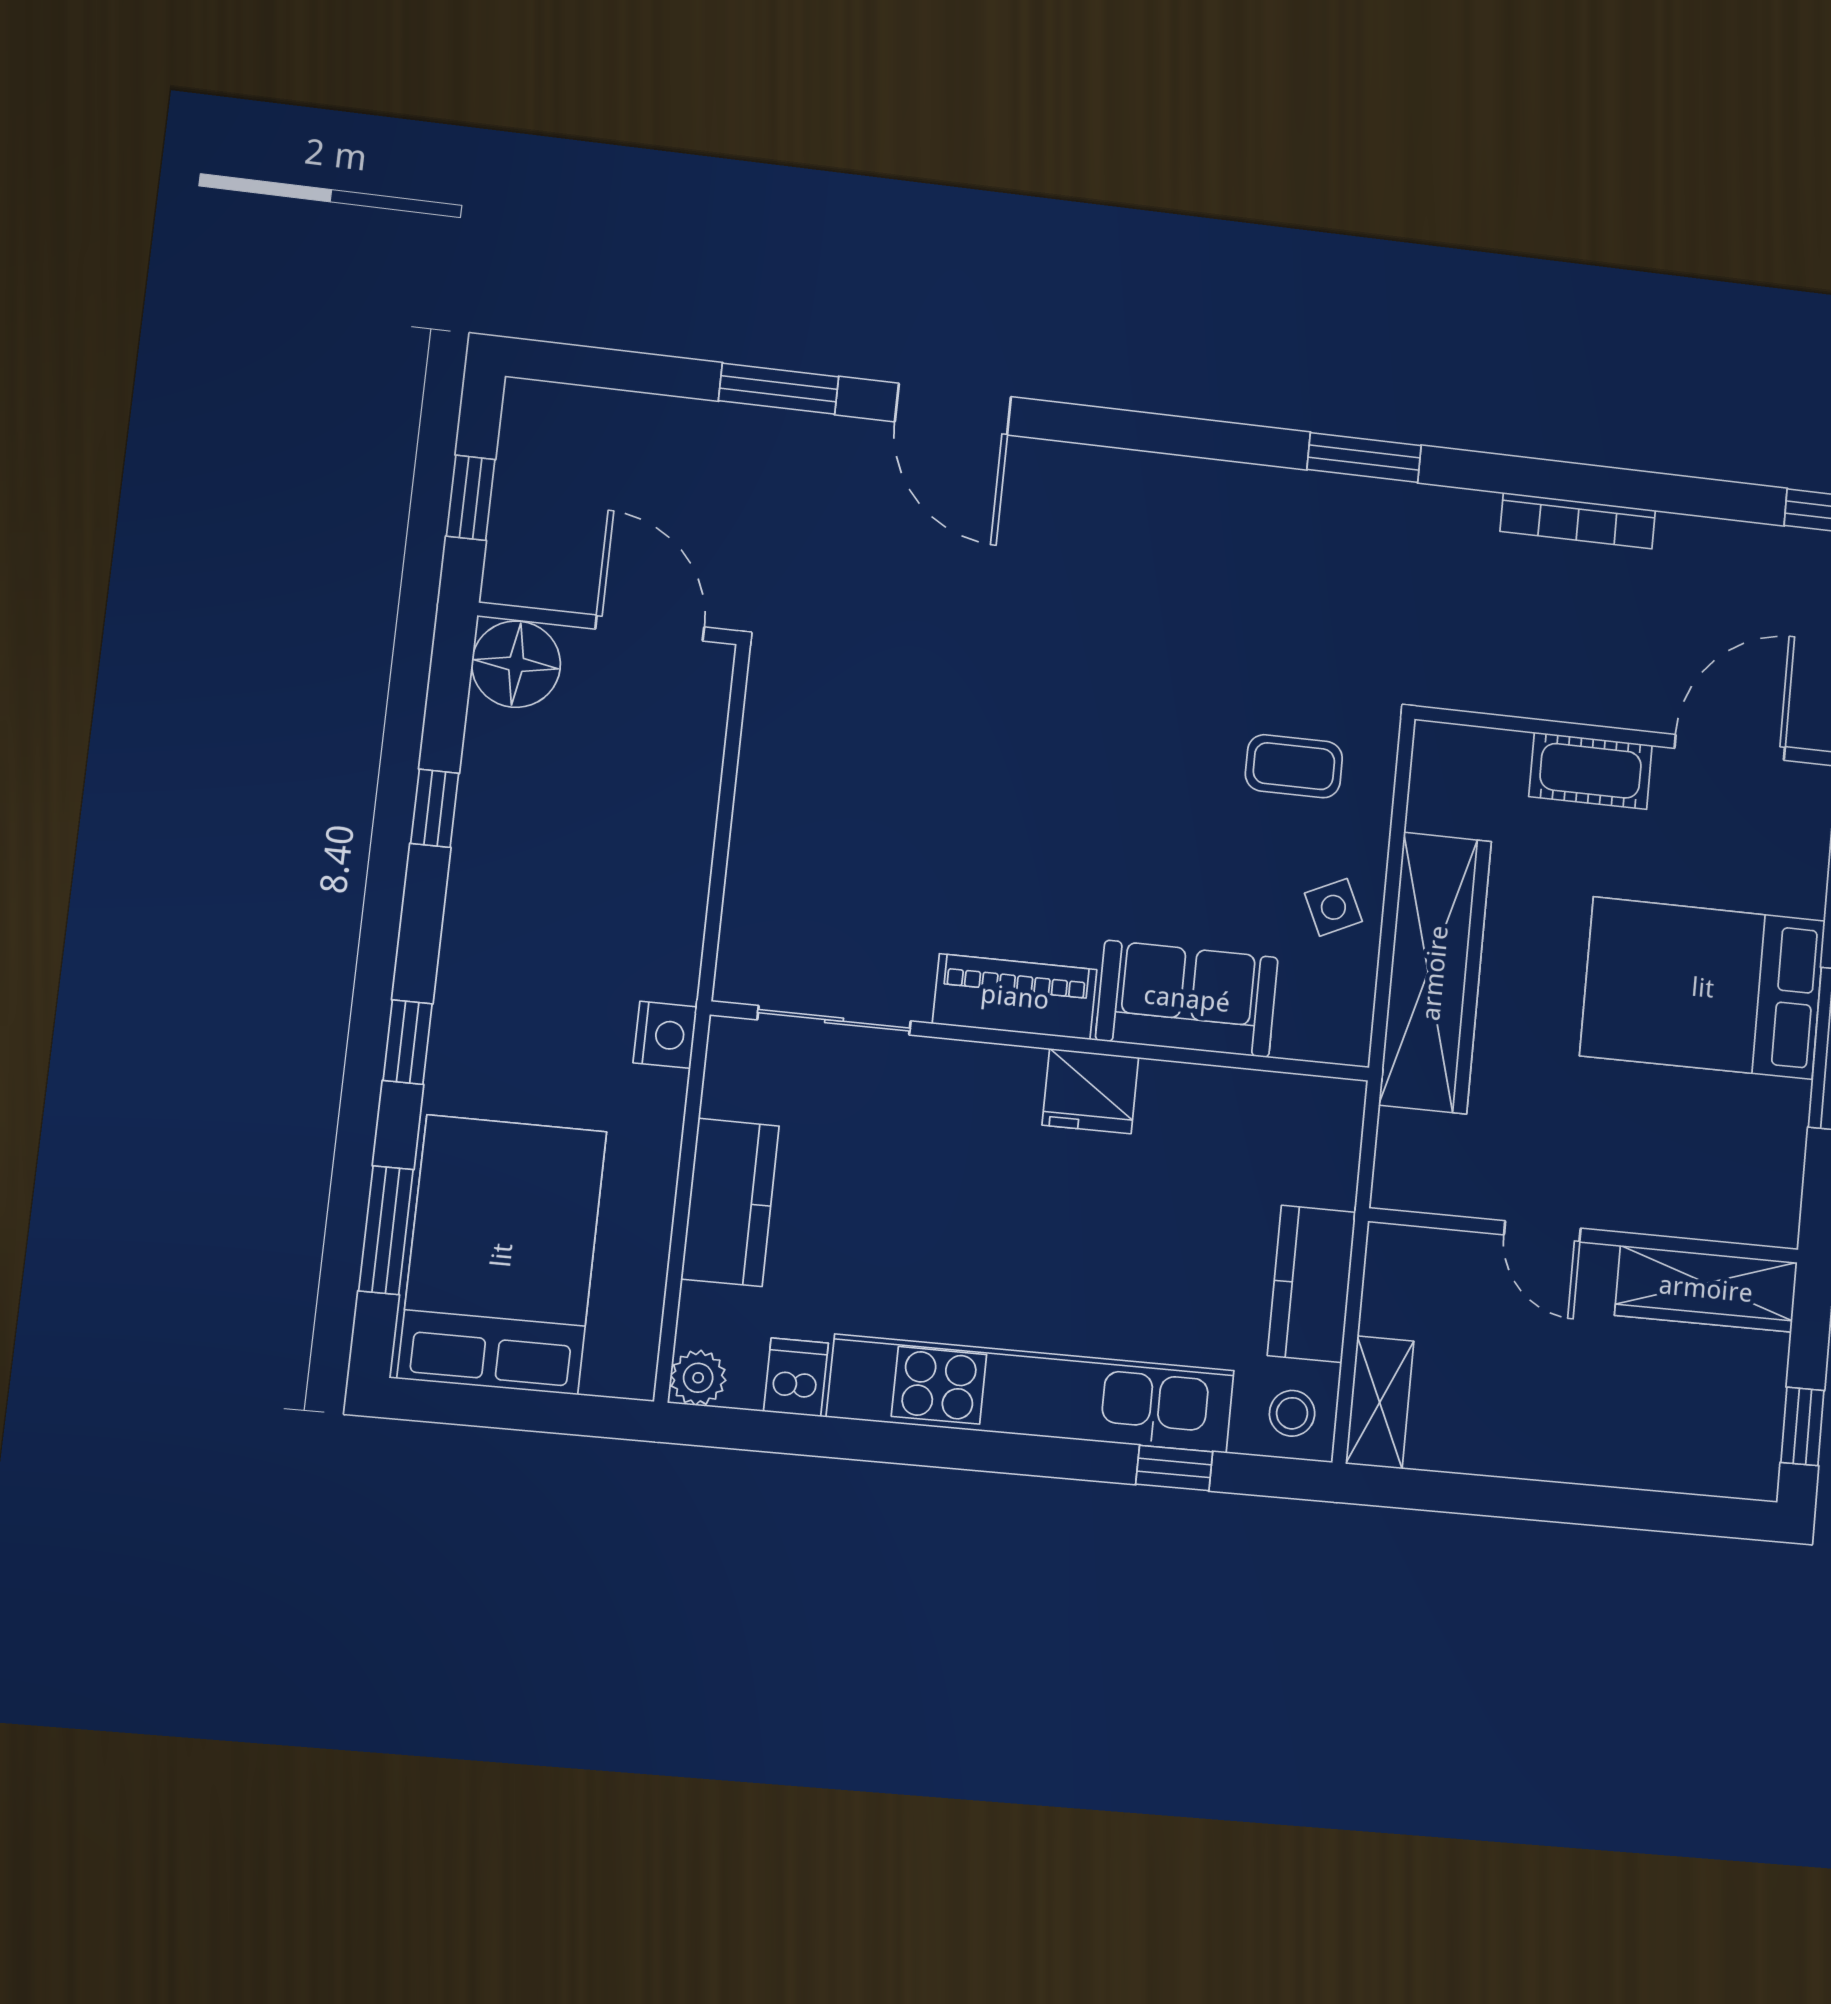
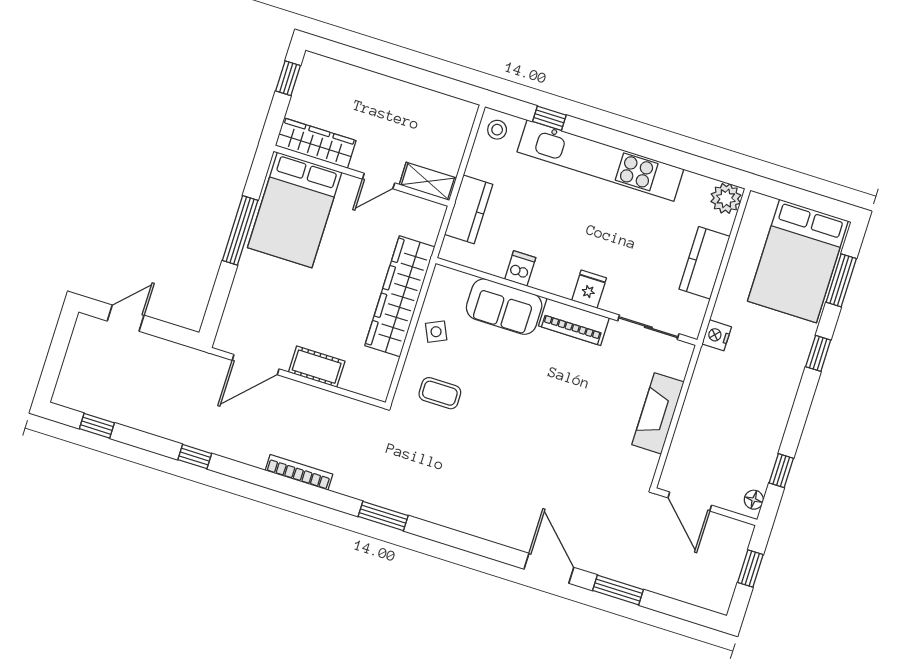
floor lamp: (516, 664) -> (754, 500), width x0.53, depth x0.53
window: (435, 808) -> (781, 471), moved
fireplace: (769, 821) -> (658, 413), added
bed: (1703, 988) -> (295, 210), moved, turned 90
fridge: (1090, 1091) -> (589, 289), moved, width x0.72
door: (1542, 1231) -> (379, 181), swing flipped
kitchen counter: (1312, 1284) -> (469, 209), moved
dishwasher: (796, 1377) -> (520, 268), moved, turned 180
plant: (698, 1378) -> (726, 198), width x1.38, depth x1.38
shelving: (1380, 1402) -> (428, 181), moved, turned 90

